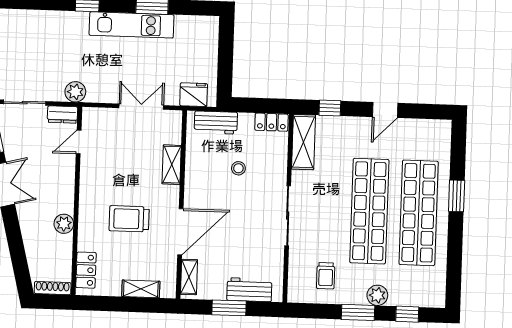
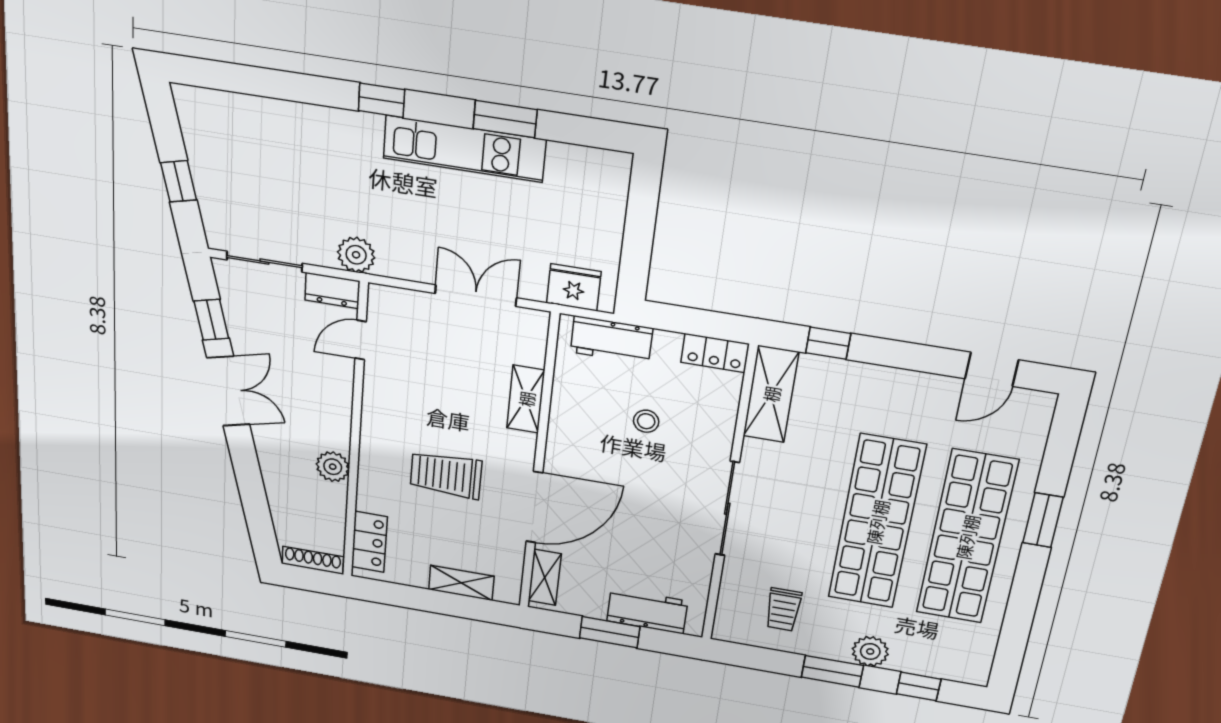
door: (385, 110) -> (992, 369), moved

